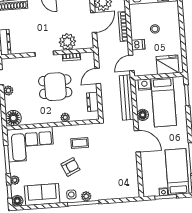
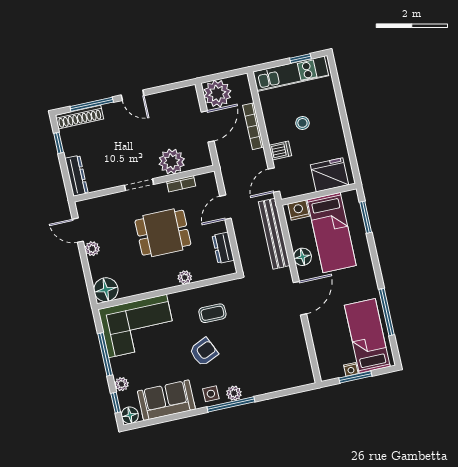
door: (137, 141) -> (300, 298), hinge flipped

